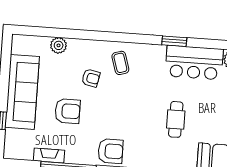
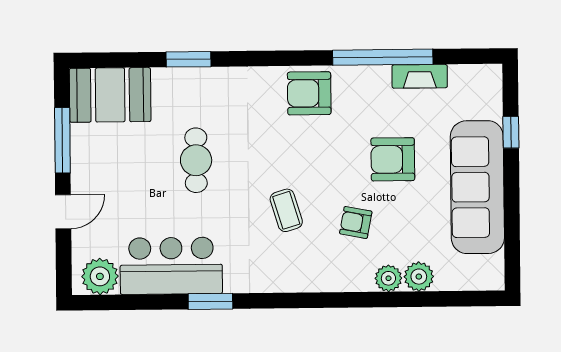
plant: (75, 46) -> (388, 278), added
coffee table: (120, 63) -> (286, 210), moved

